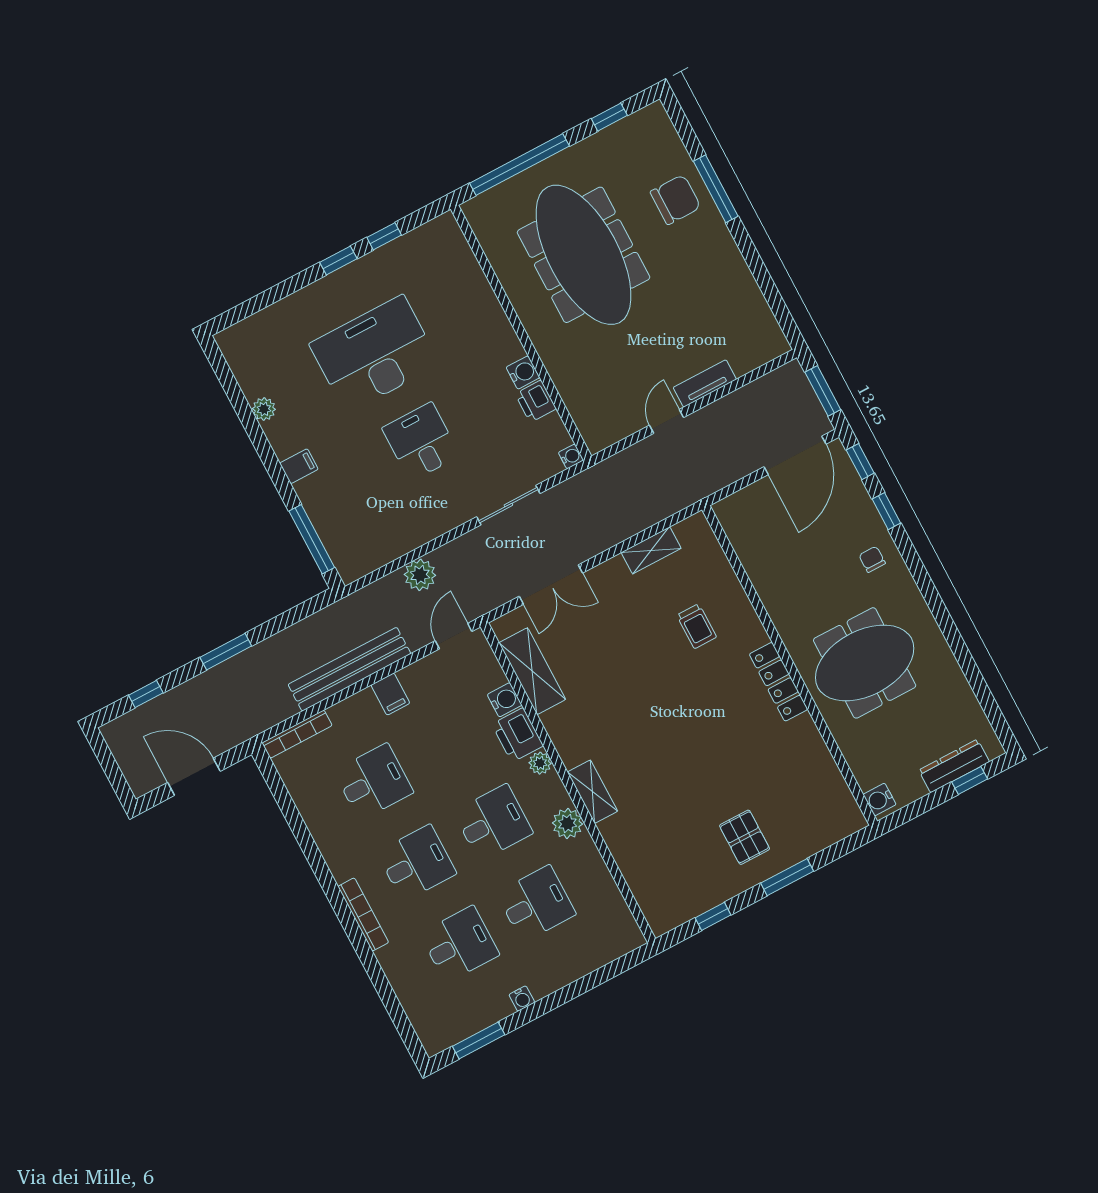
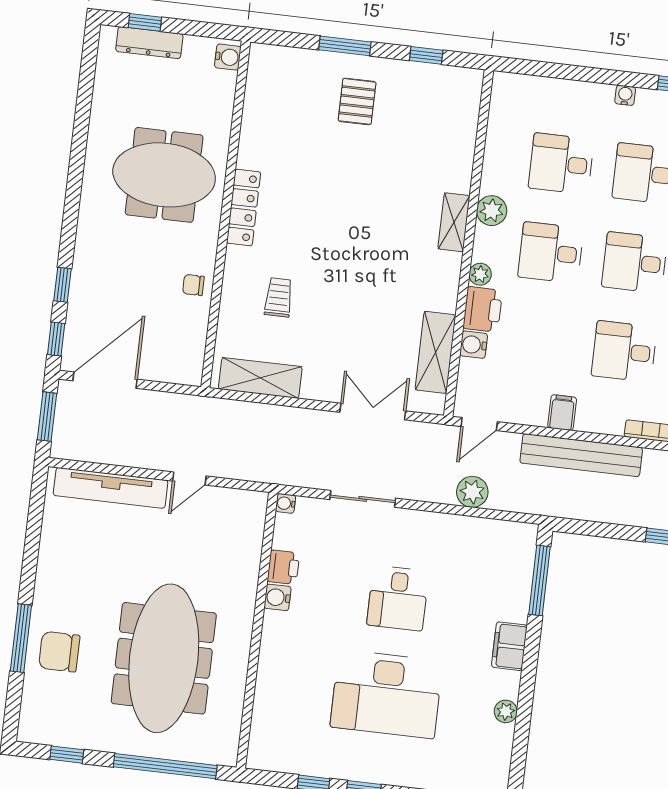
tv unit: (705, 383) -> (111, 488), width x1.92, depth x1.29
filing cabinet: (299, 466) -> (509, 646), width x2.00
shelving: (651, 550) -> (260, 378), width x1.50, depth x1.33
chair: (872, 559) -> (193, 285), moved, turned 90

